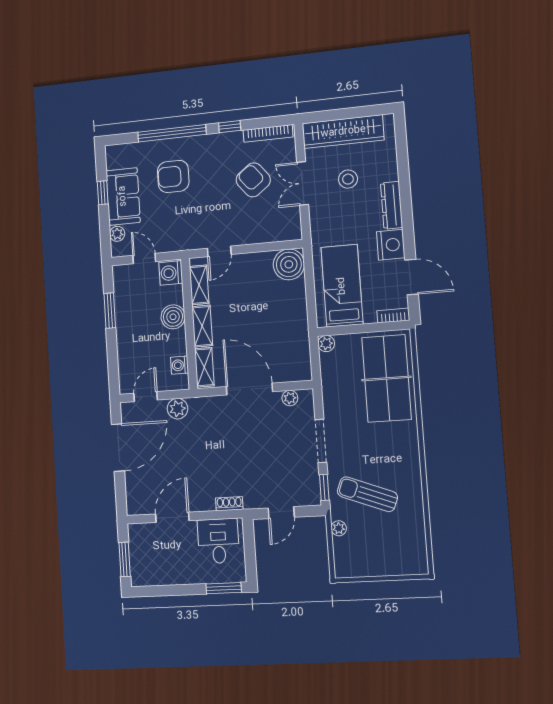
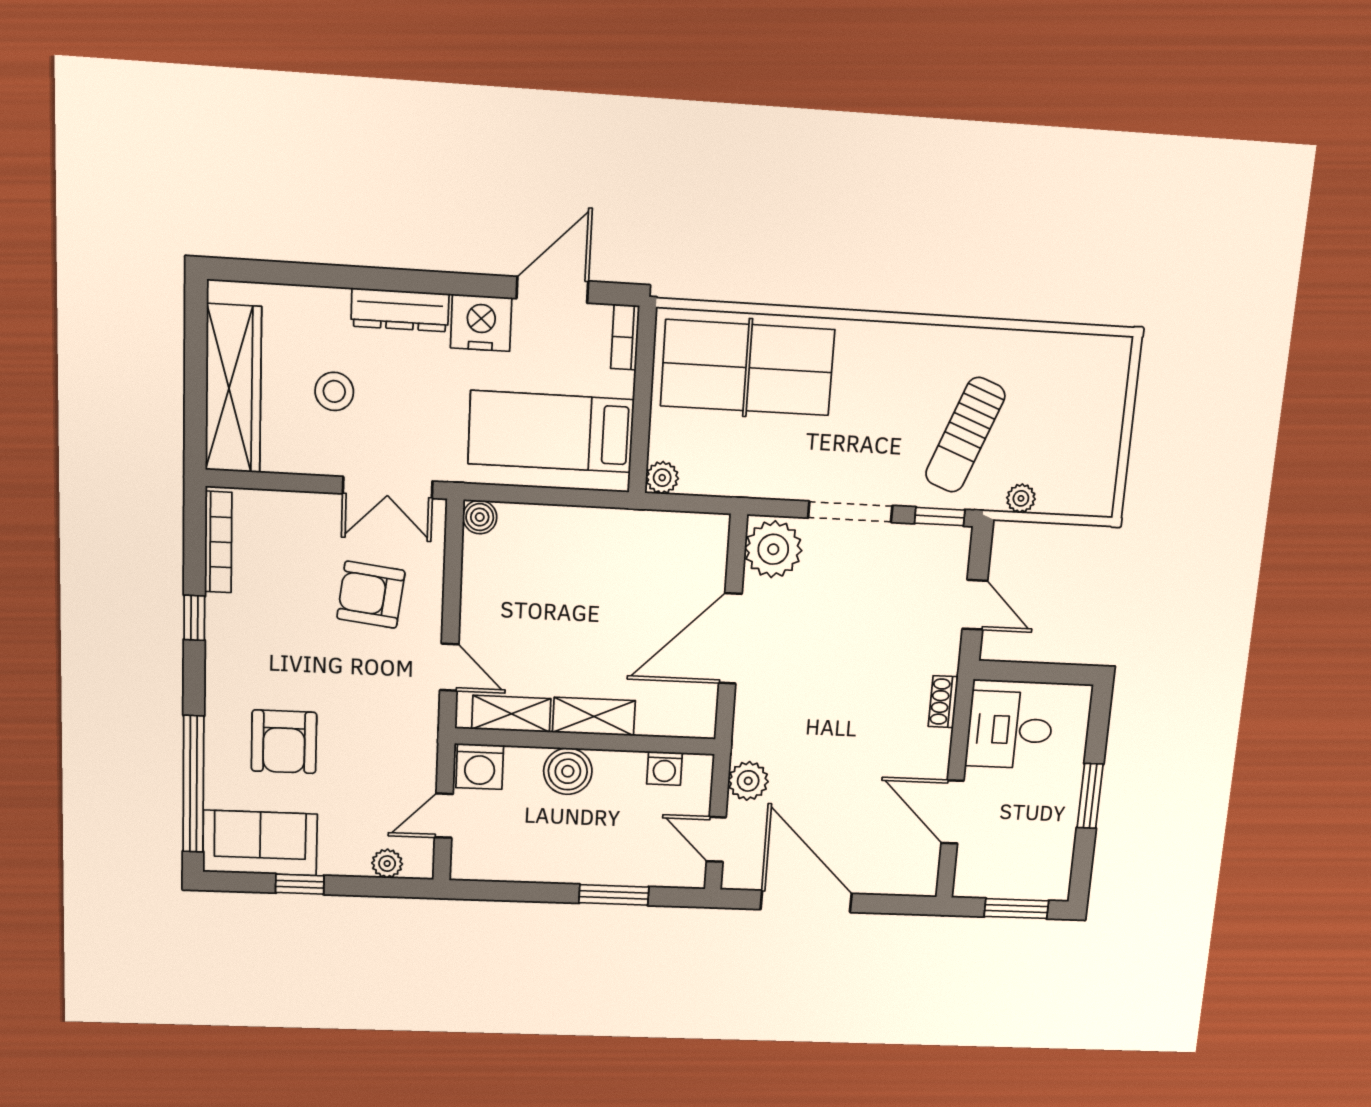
window: (172, 133) -> (193, 784), moved
armchair: (253, 180) -> (371, 595), moved, turned 45
double door: (303, 183) -> (388, 487), moved
sofa: (123, 196) -> (260, 843), moved
boiler: (289, 264) -> (480, 517), width x0.54, depth x0.54
window: (110, 311) -> (614, 895), moved
shelving: (204, 367) -> (675, 721), removed
plant: (290, 398) -> (773, 549), width x1.88, depth x1.88
window: (224, 588) -> (1090, 796), moved

